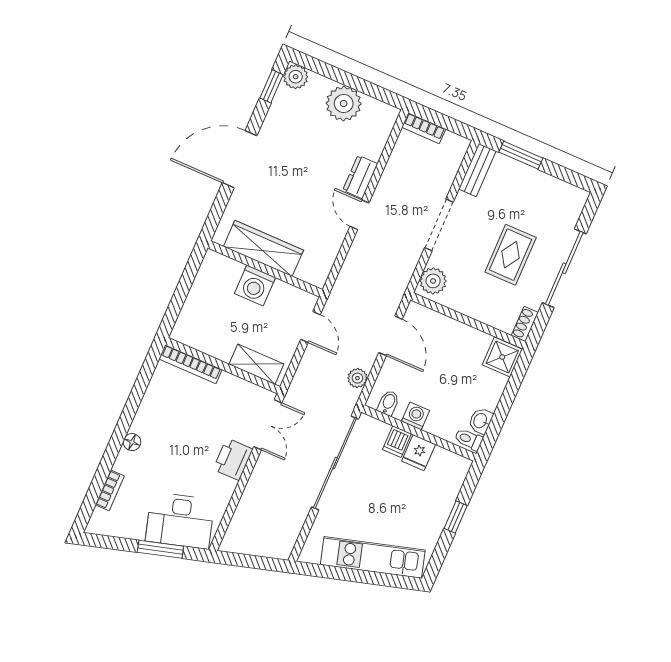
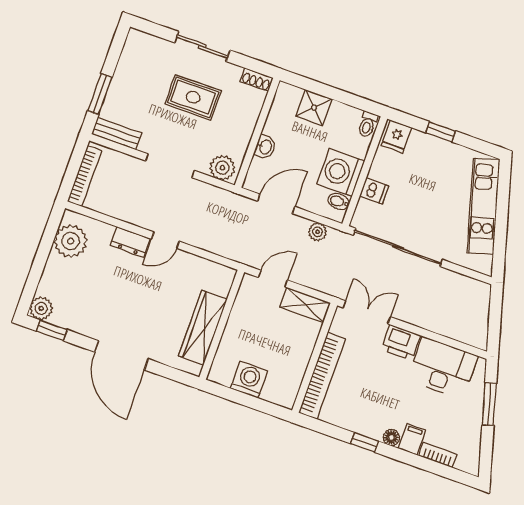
plant: (344, 103) -> (71, 241), moved
bookcase: (424, 128) -> (85, 176), width x1.56
sliding door: (564, 268) -> (202, 46), width x0.73
washing machine: (255, 285) -> (249, 380), moved, turned -90
shower: (502, 357) -> (314, 108), moved
bookcase: (190, 364) -> (322, 376), width x1.48, depth x1.31
shelving: (256, 364) -> (305, 305), moved, turned 90
window: (129, 413) -> (364, 442), added
washing machine: (416, 416) -> (341, 172), width x1.89, depth x1.89
washbasin: (481, 421) -> (265, 147), moved, turned -90
fridge: (419, 453) -> (396, 136), moved, turned 90
filing cabinet: (129, 464) -> (412, 439), added
desk: (180, 521) -> (443, 368), moved, turned -74

